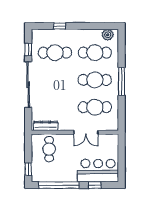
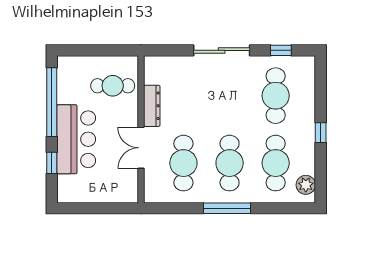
window: (60, 26) -> (321, 133), moved
sliding door: (28, 85) -> (222, 50), width x0.73
dresser: (46, 126) -> (152, 106), moved
window: (28, 169) -> (79, 50), removed
bar counter: (98, 171) -> (76, 139), moved

